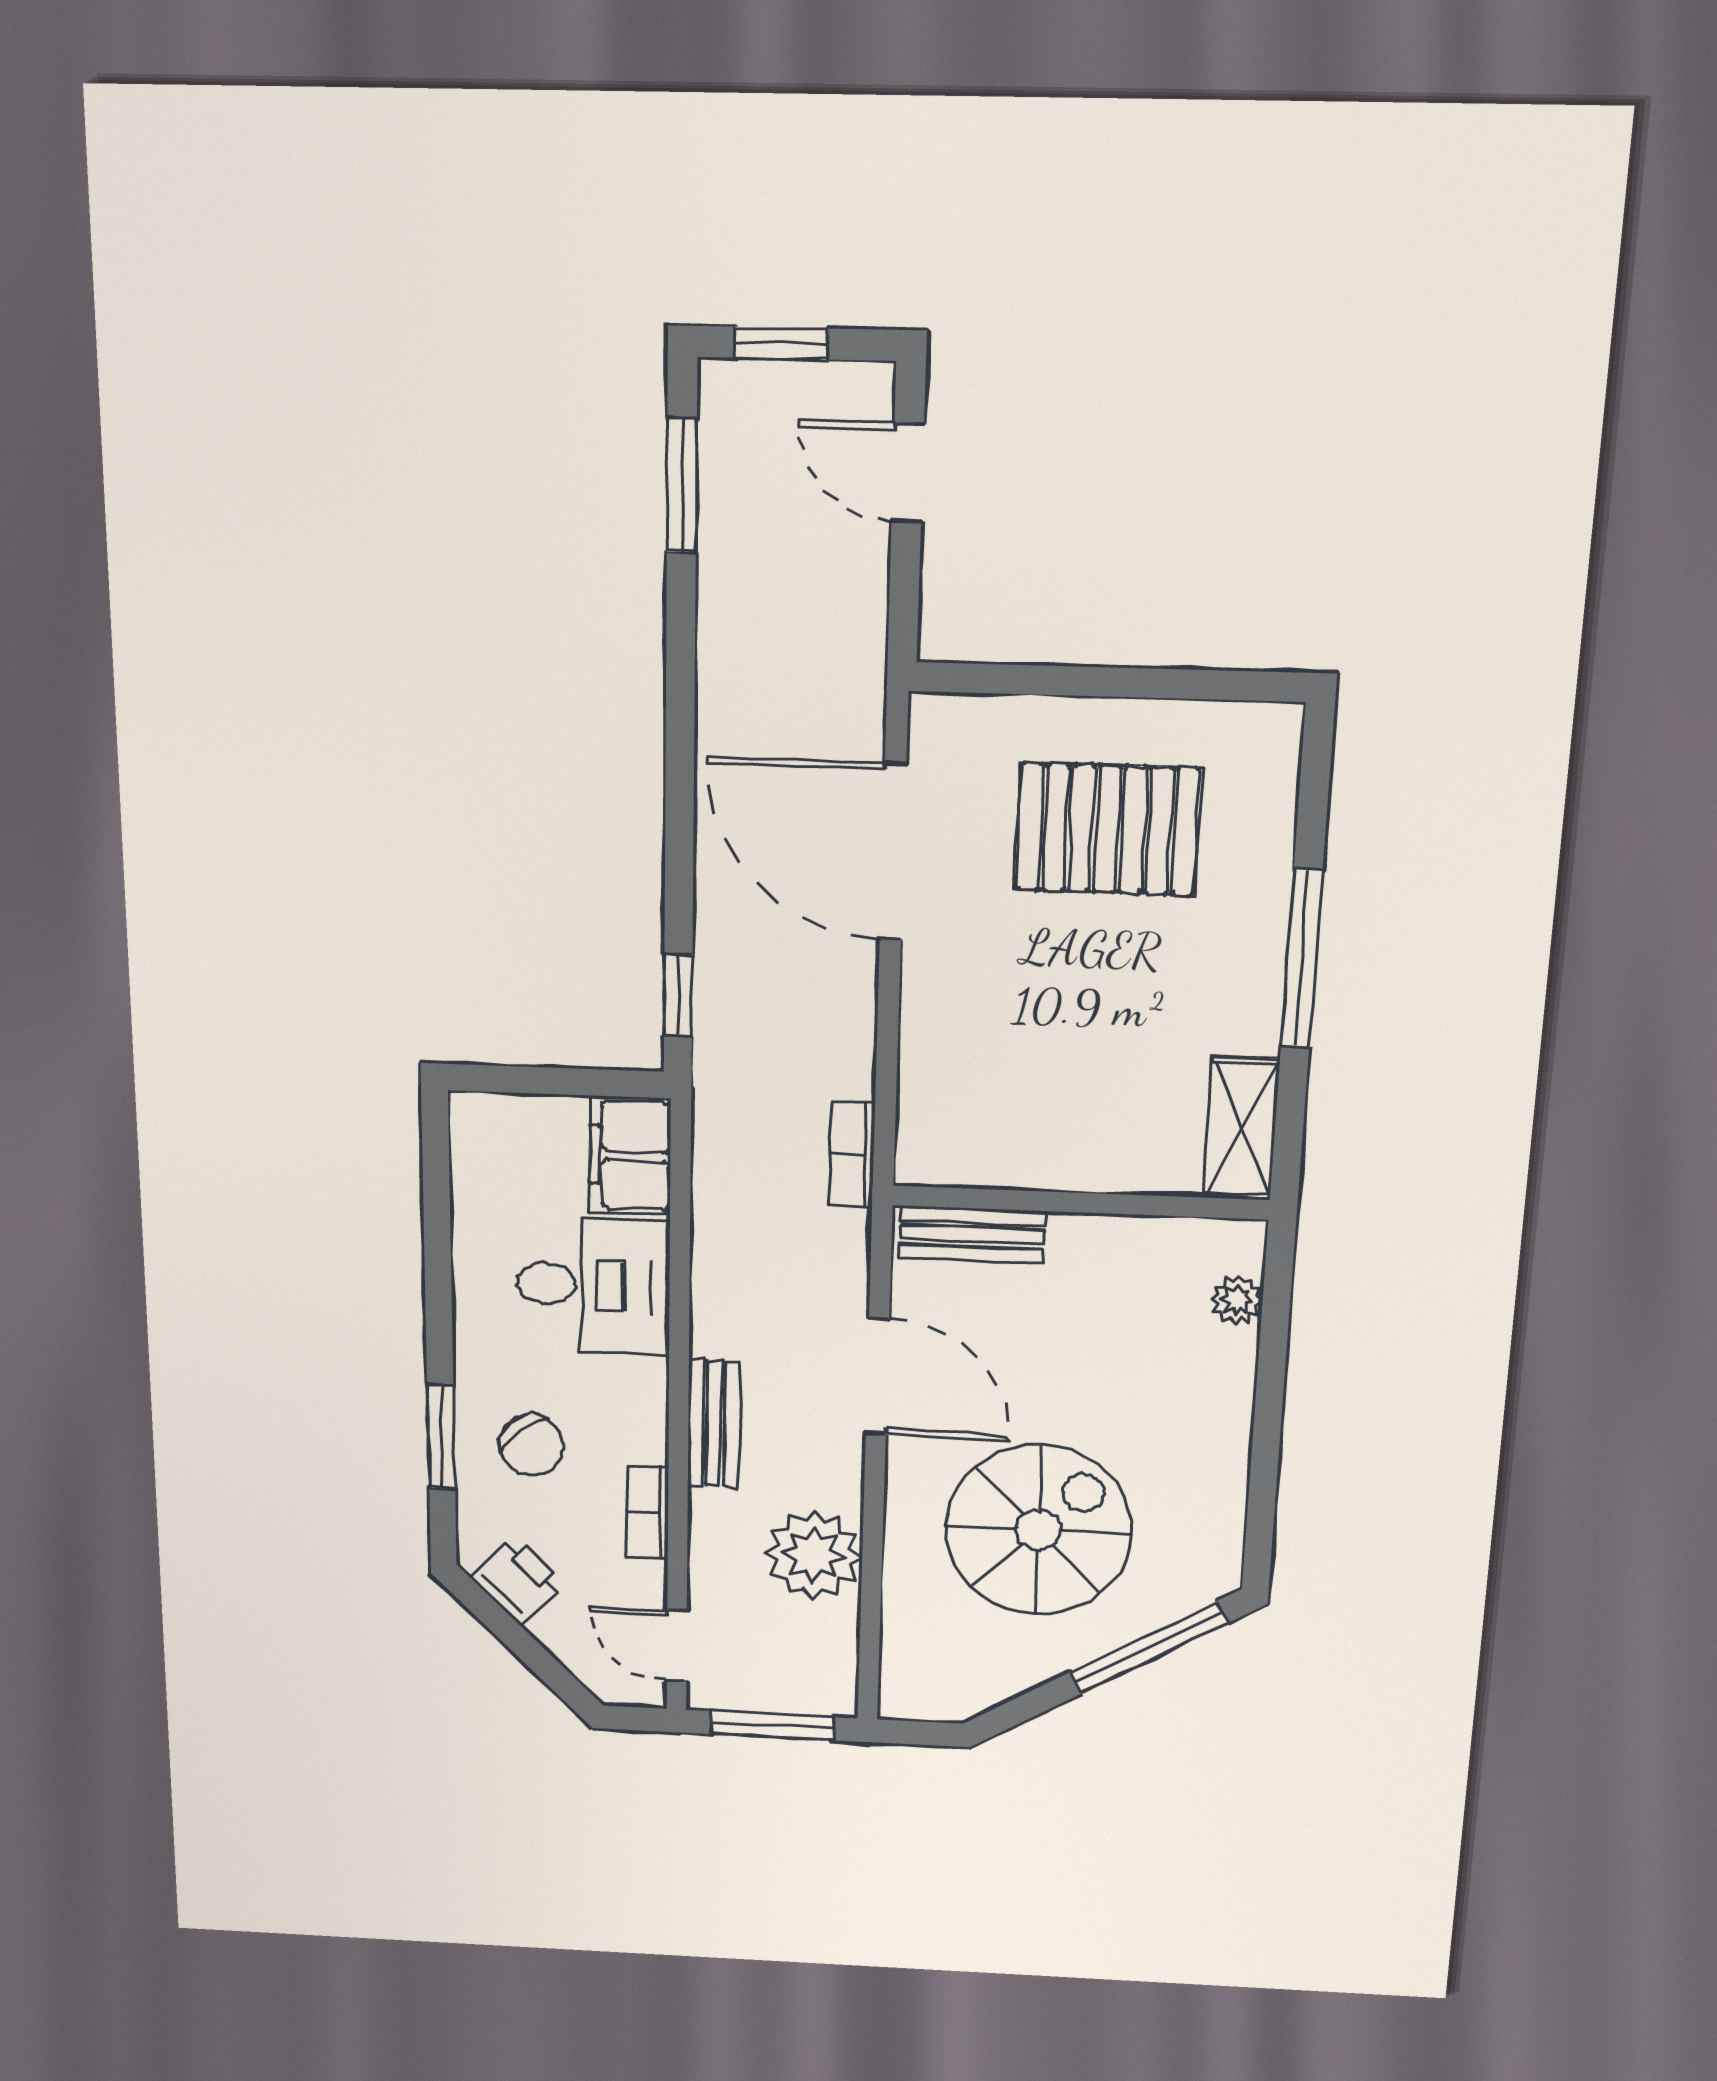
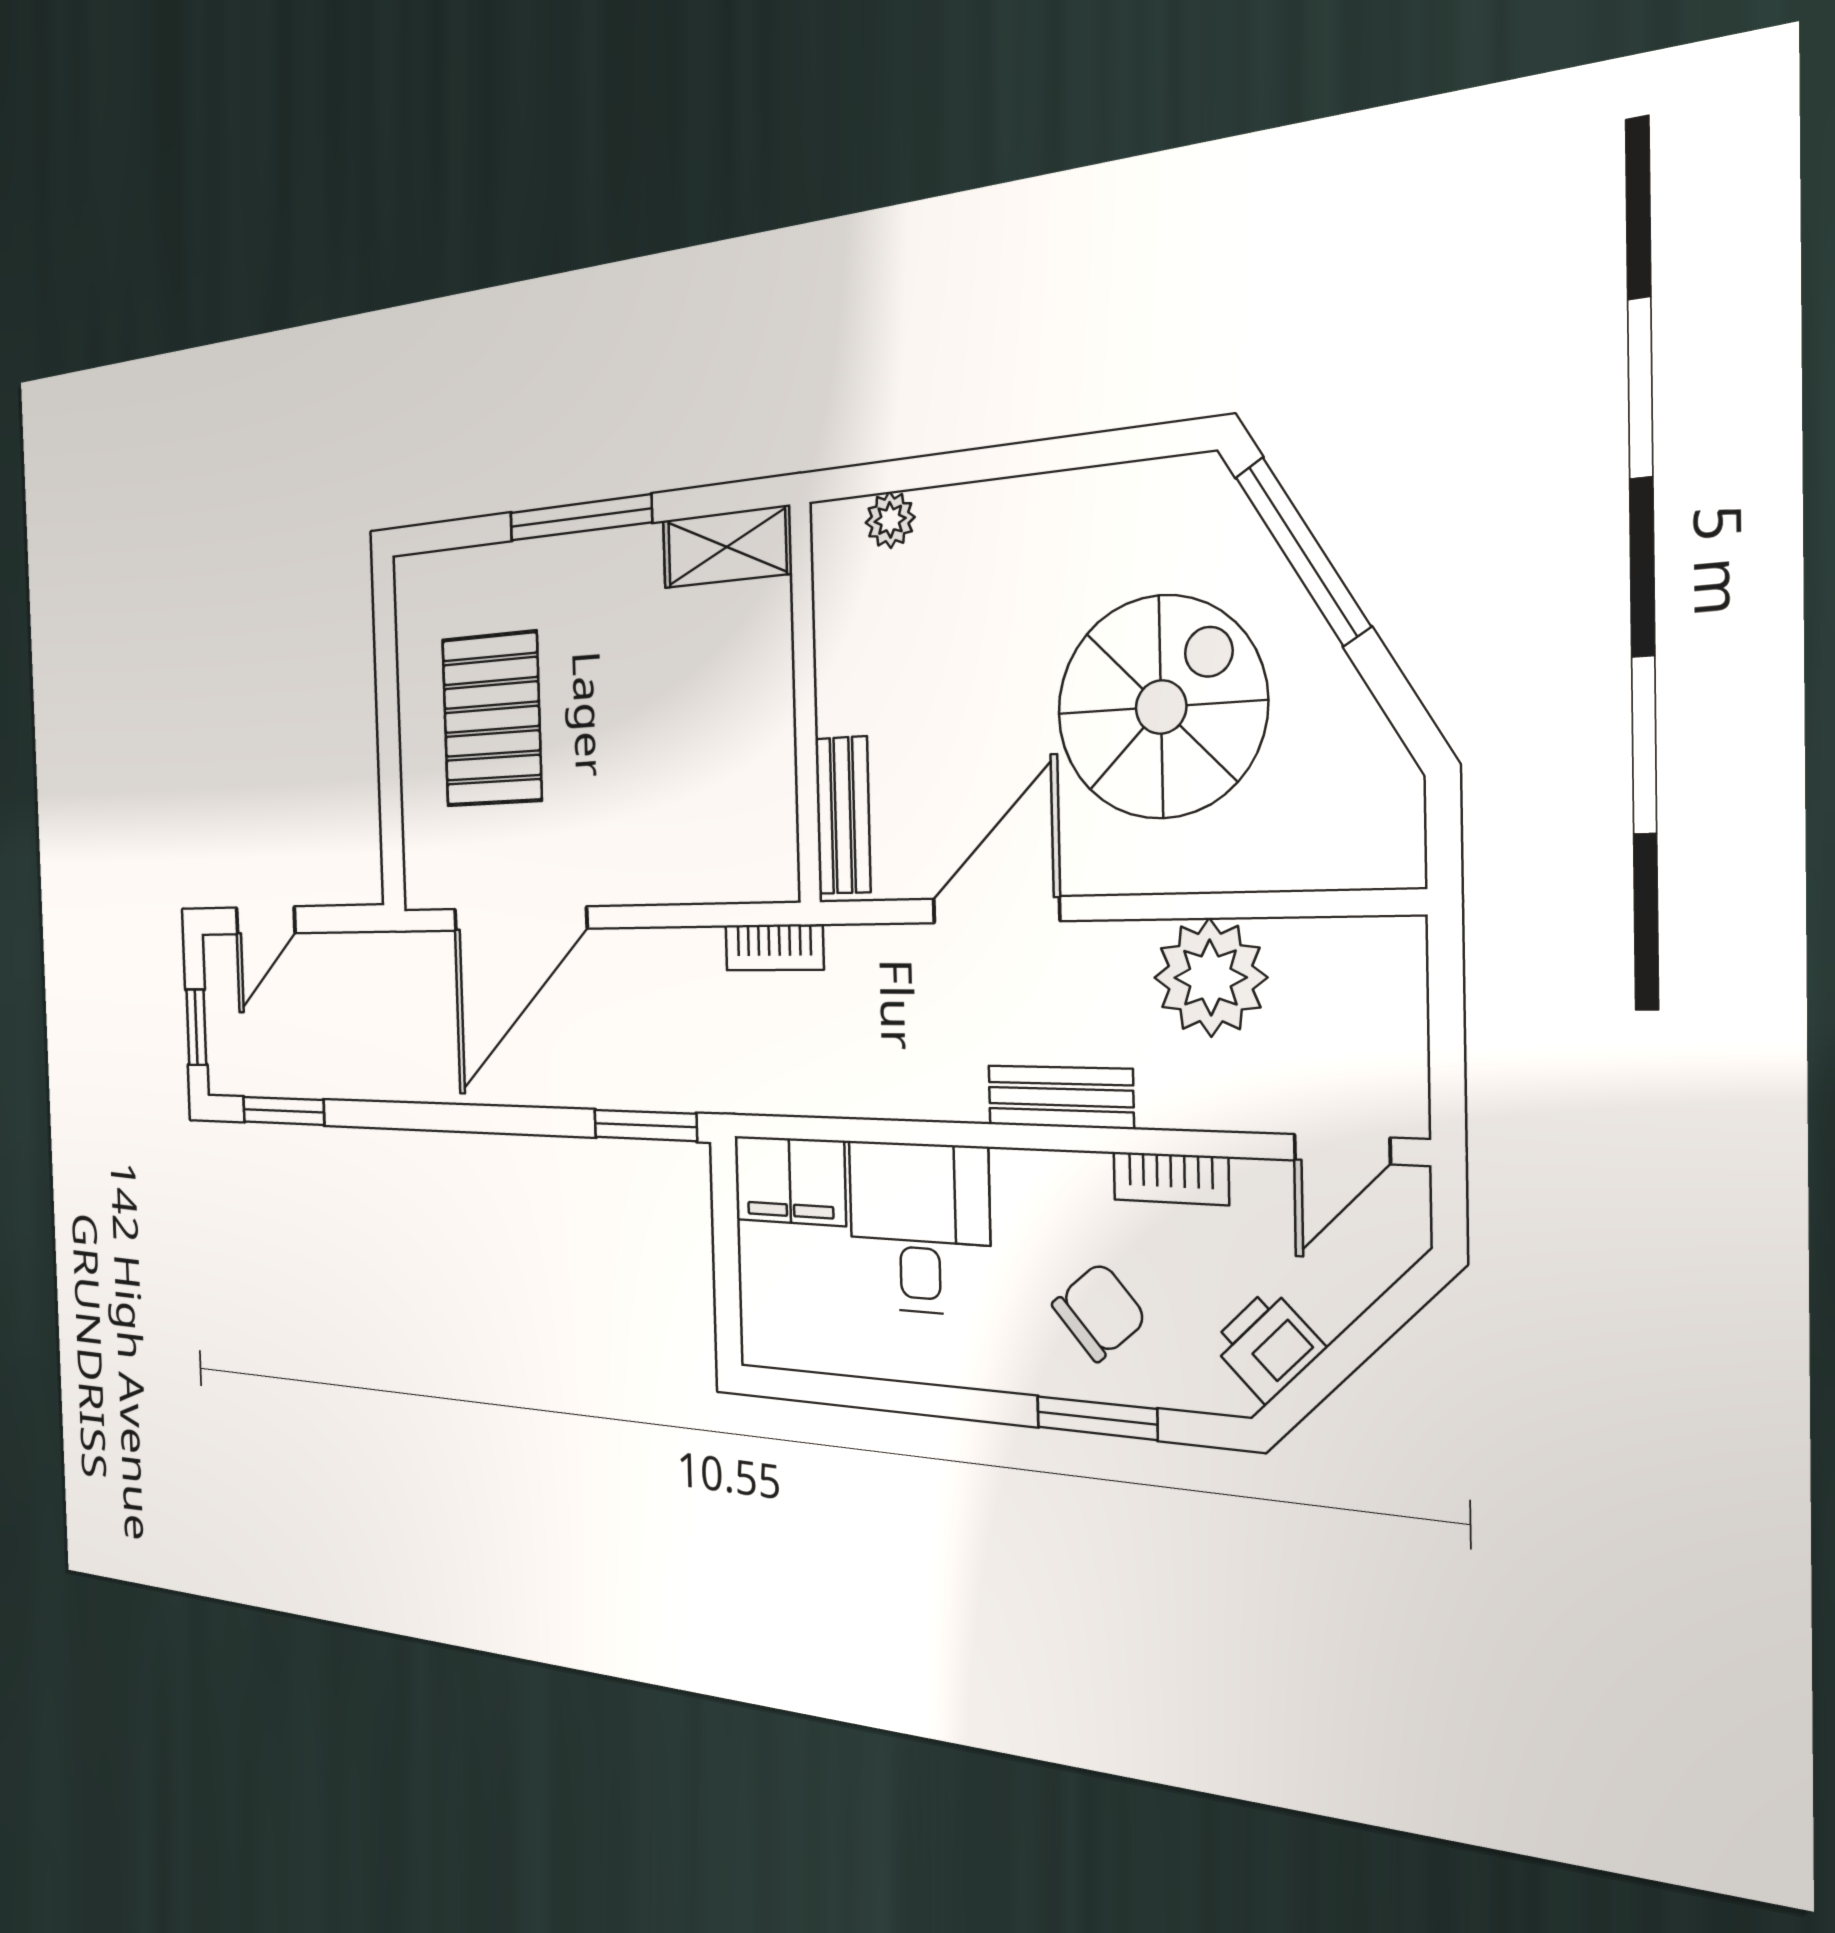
window: (678, 995) -> (645, 1125), width x1.50
spiral stairs: (1039, 1530) -> (1161, 707), turned 90
window: (773, 1726) -> (1446, 1026), removed

